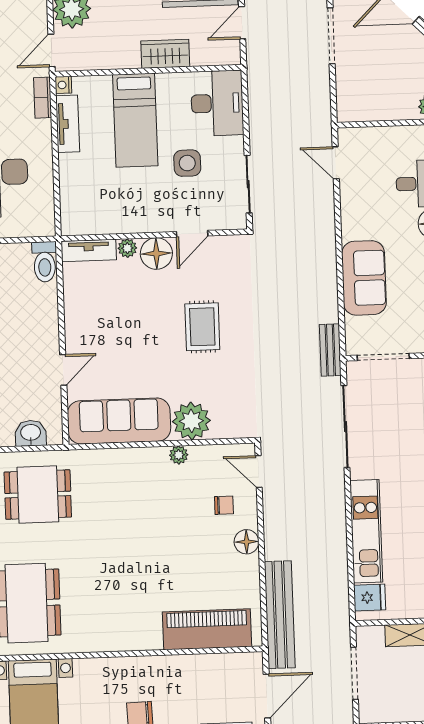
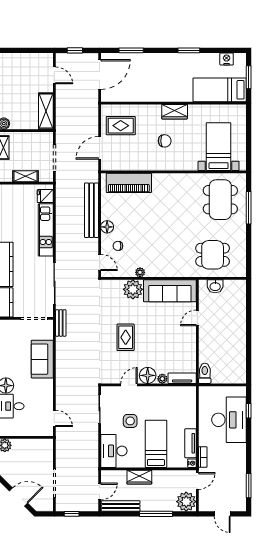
bench: (280, 615) -> (92, 210), moved

